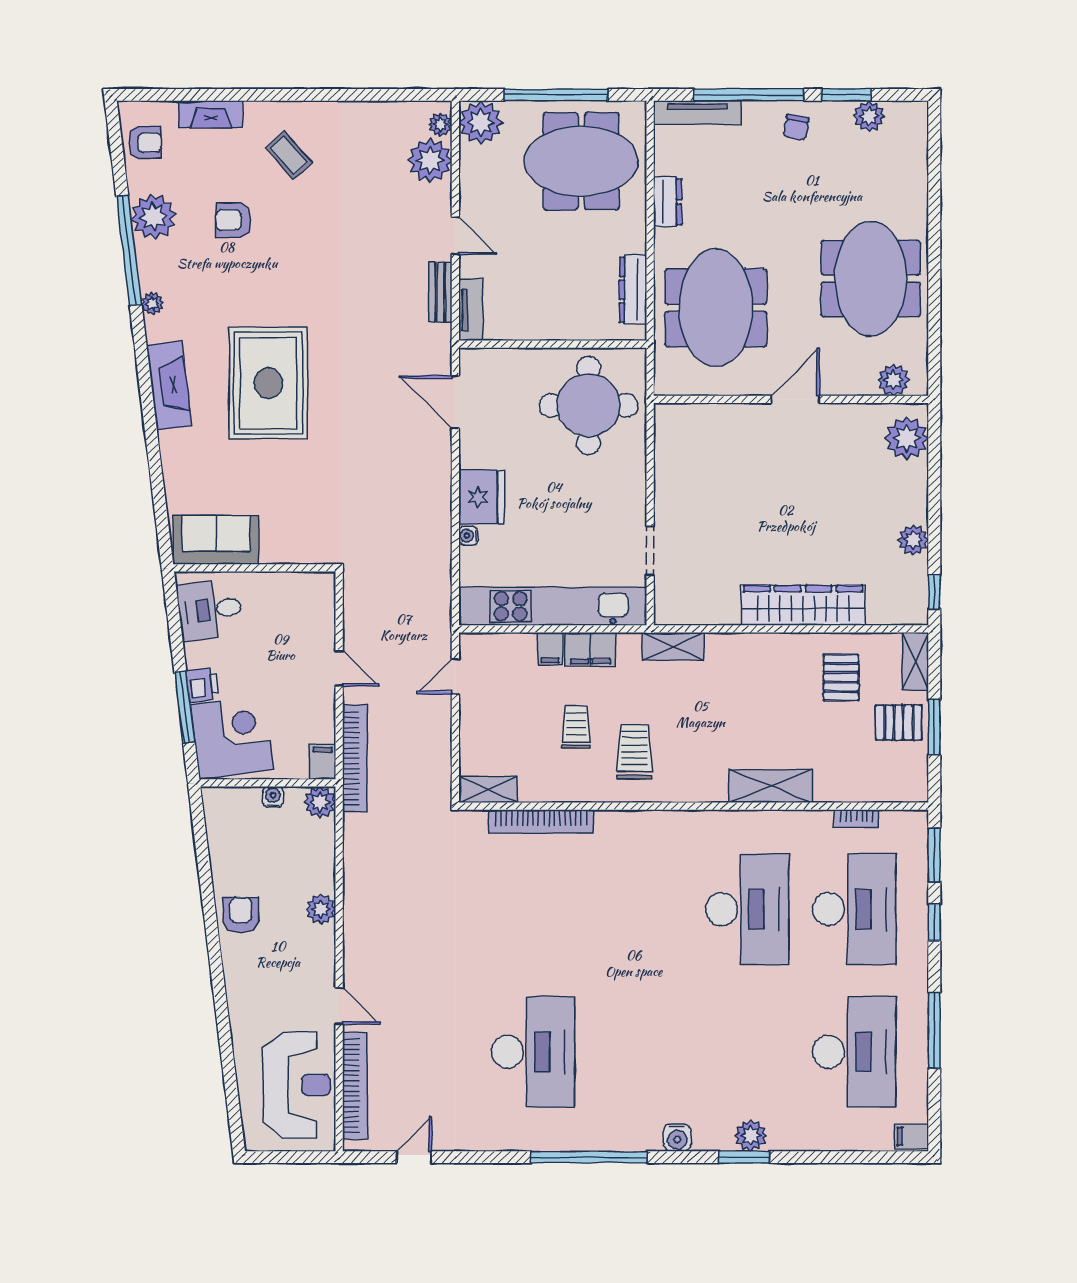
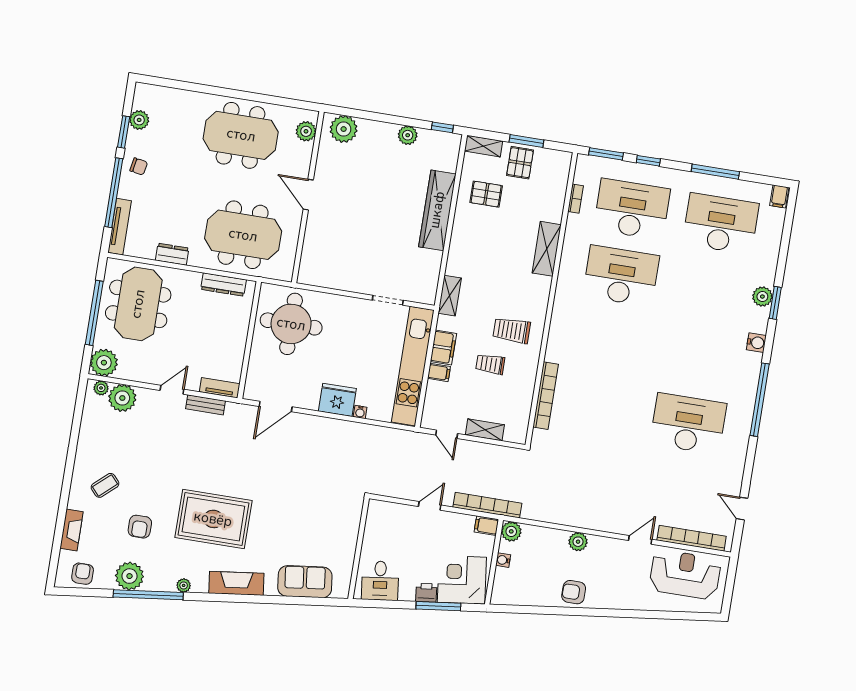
rug: (268, 383) -> (213, 519), moved
sofa: (216, 540) -> (305, 582), moved, turned 83
shelving: (488, 789) -> (485, 430), moved, turned 90

